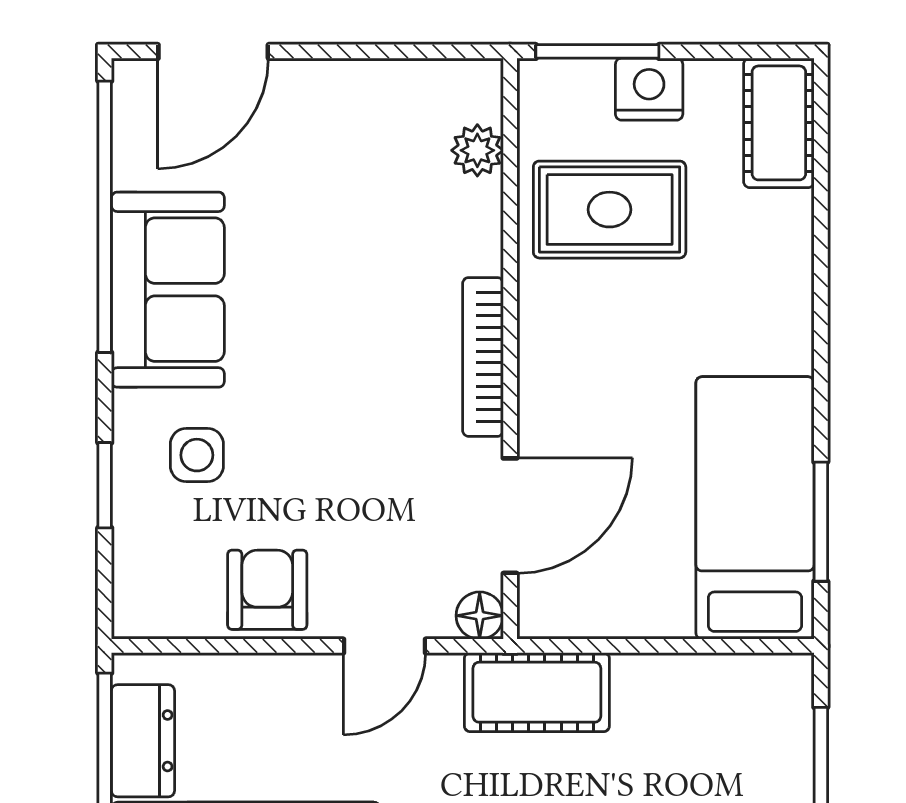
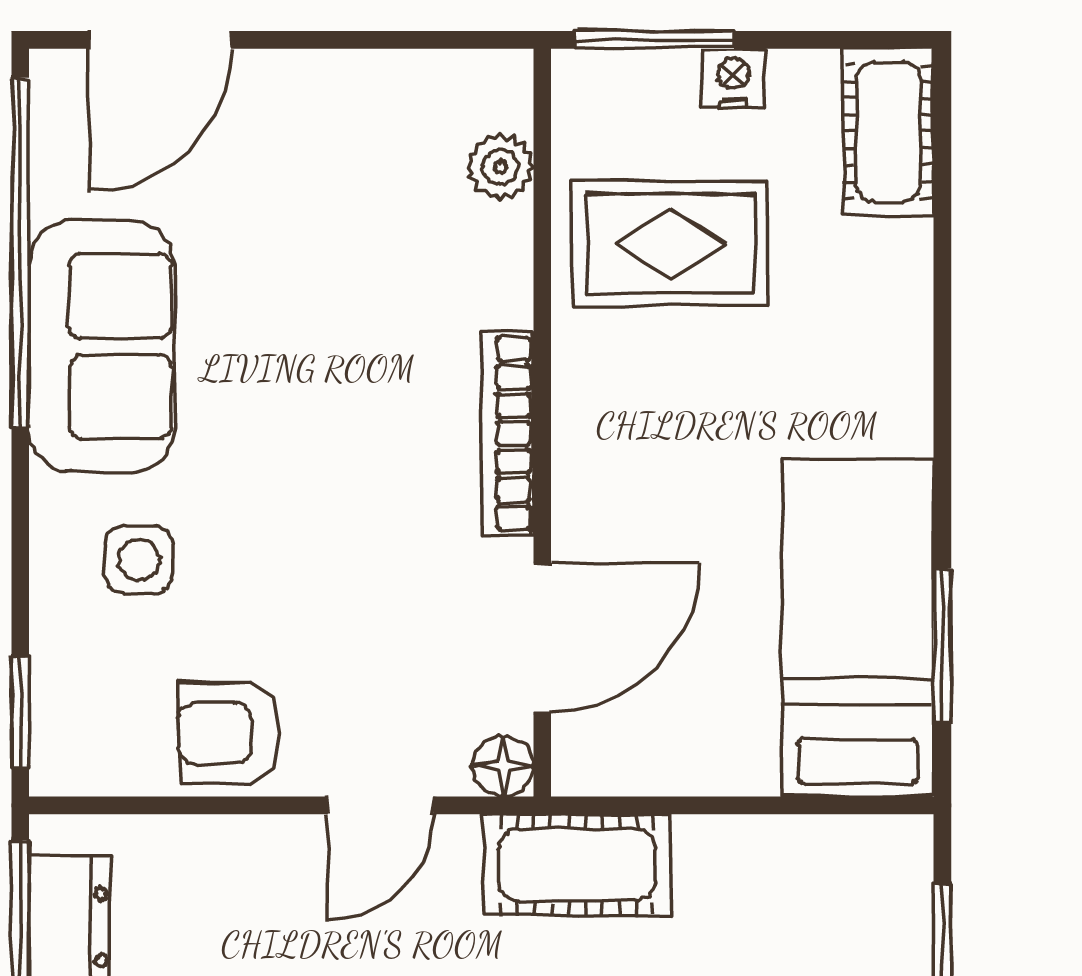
nightstand: (649, 89) -> (733, 78), width x0.72, depth x0.74
window: (105, 485) -> (20, 712), moved
armchair: (267, 590) -> (230, 733), turned -90

